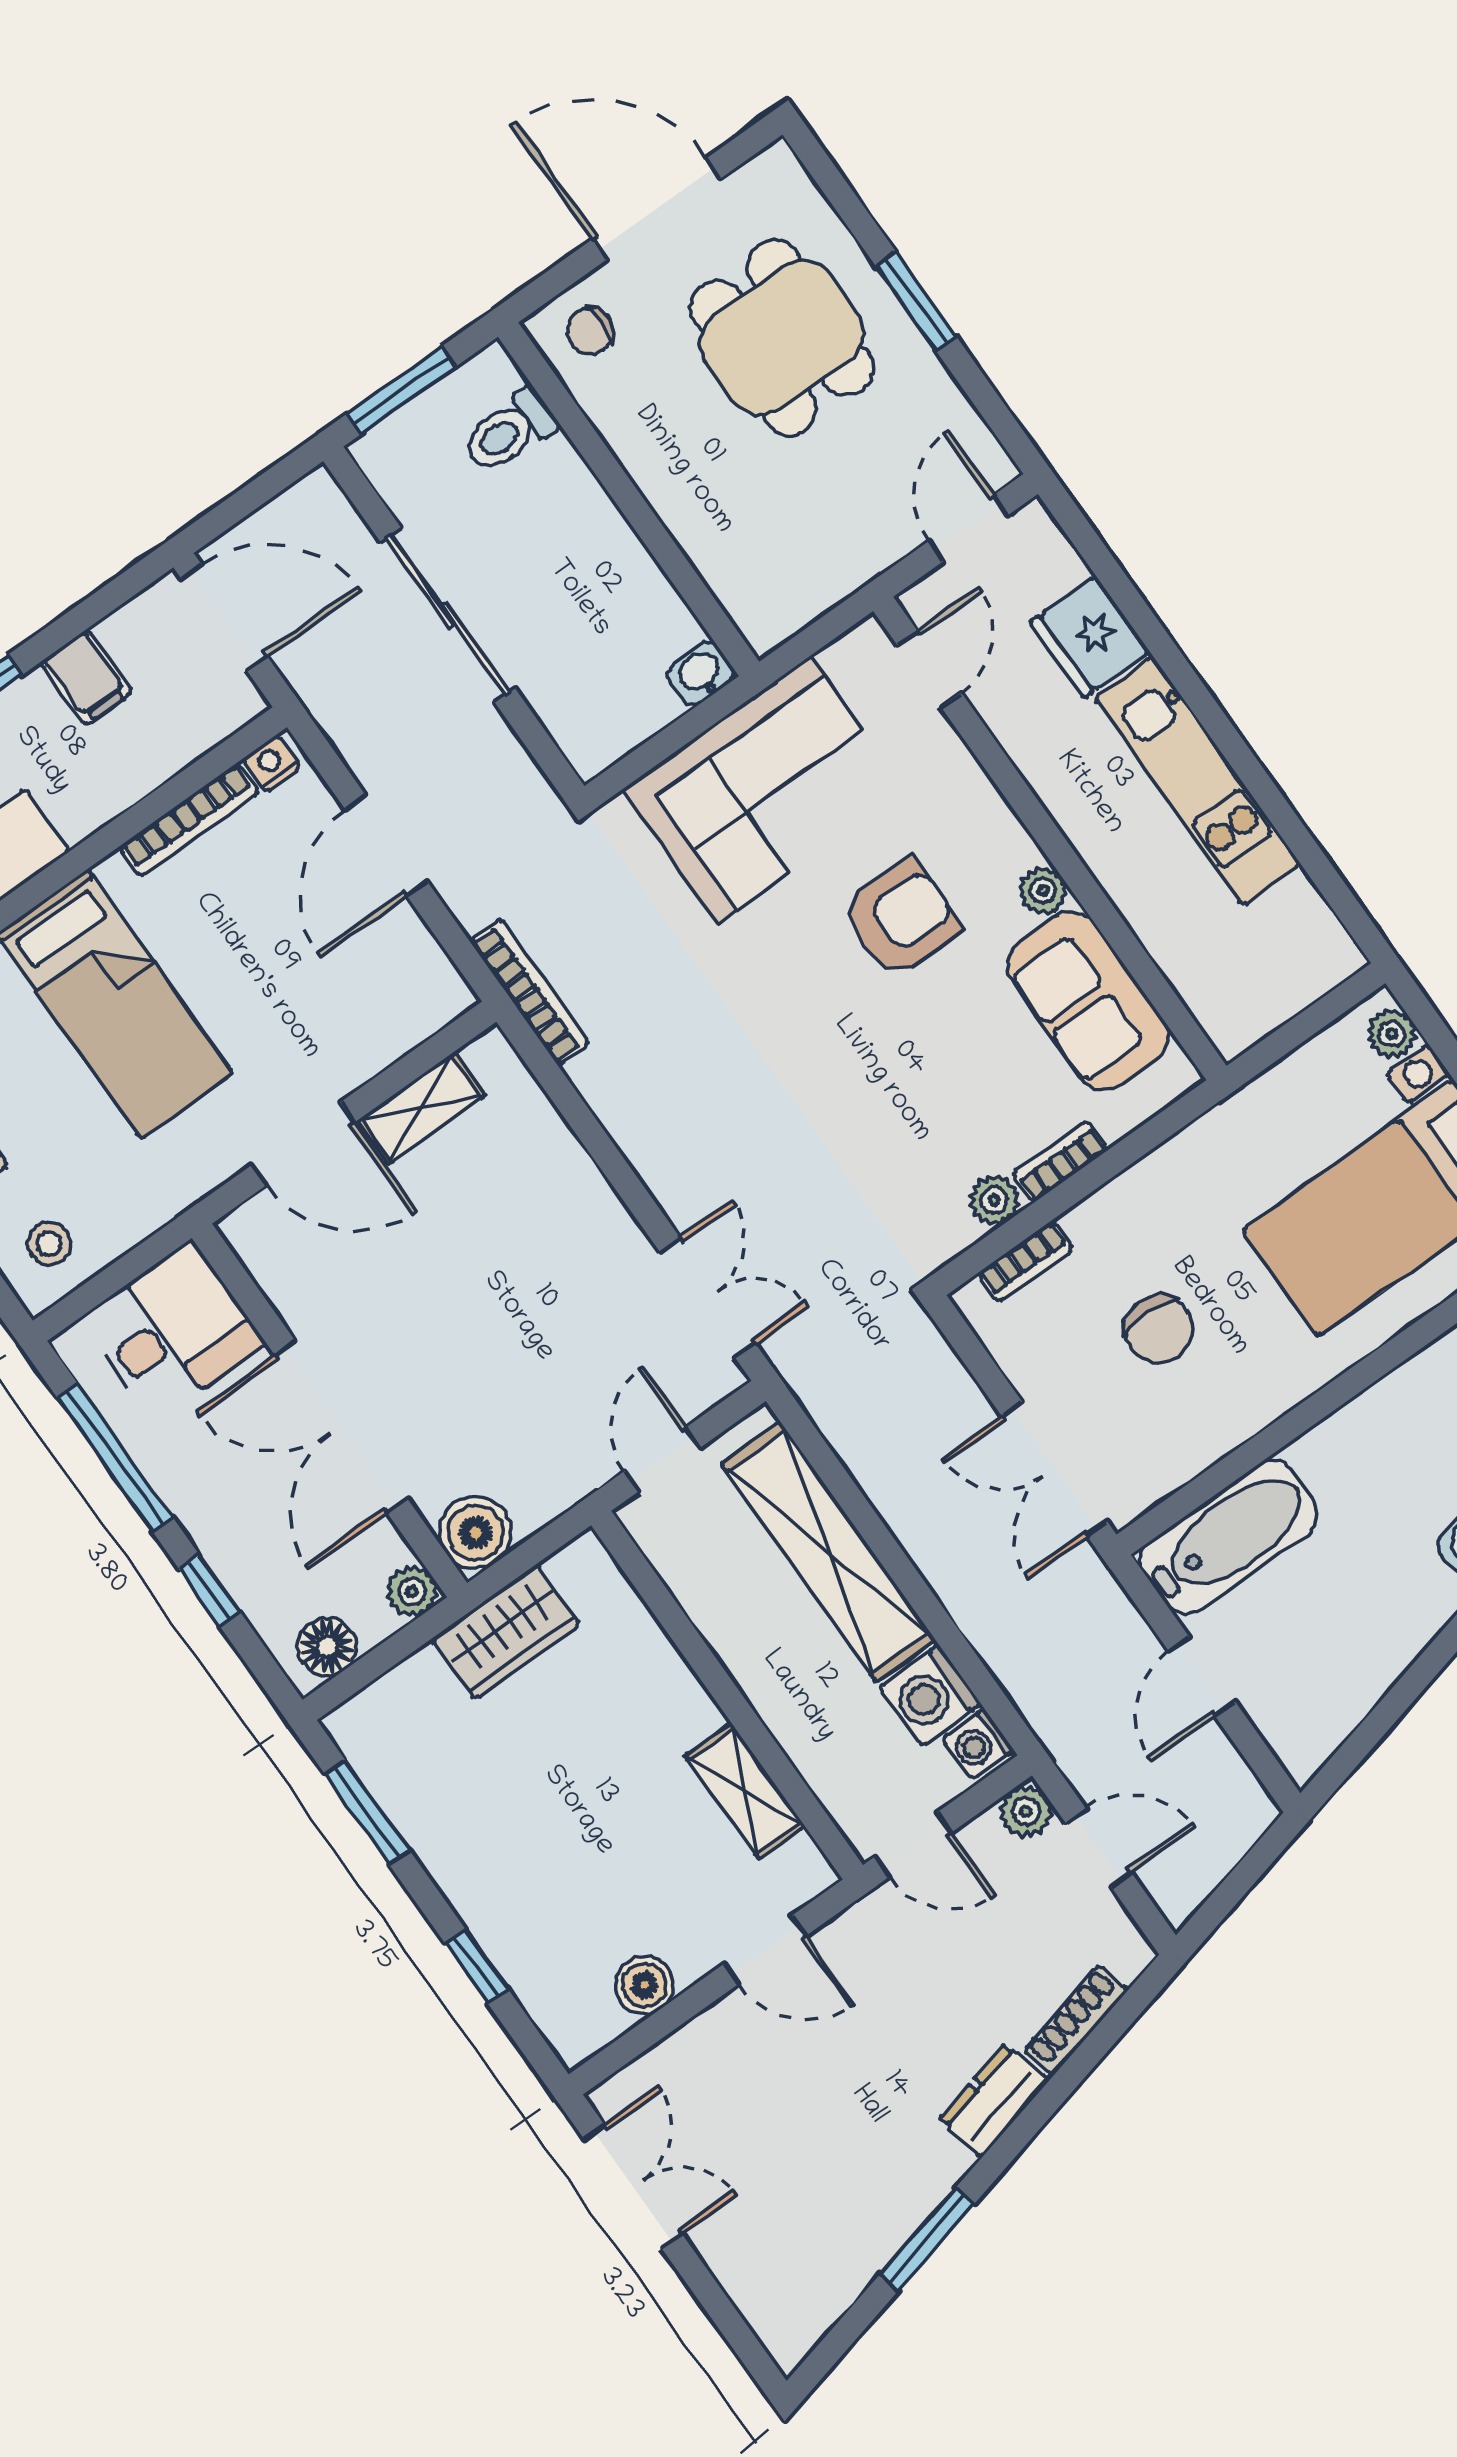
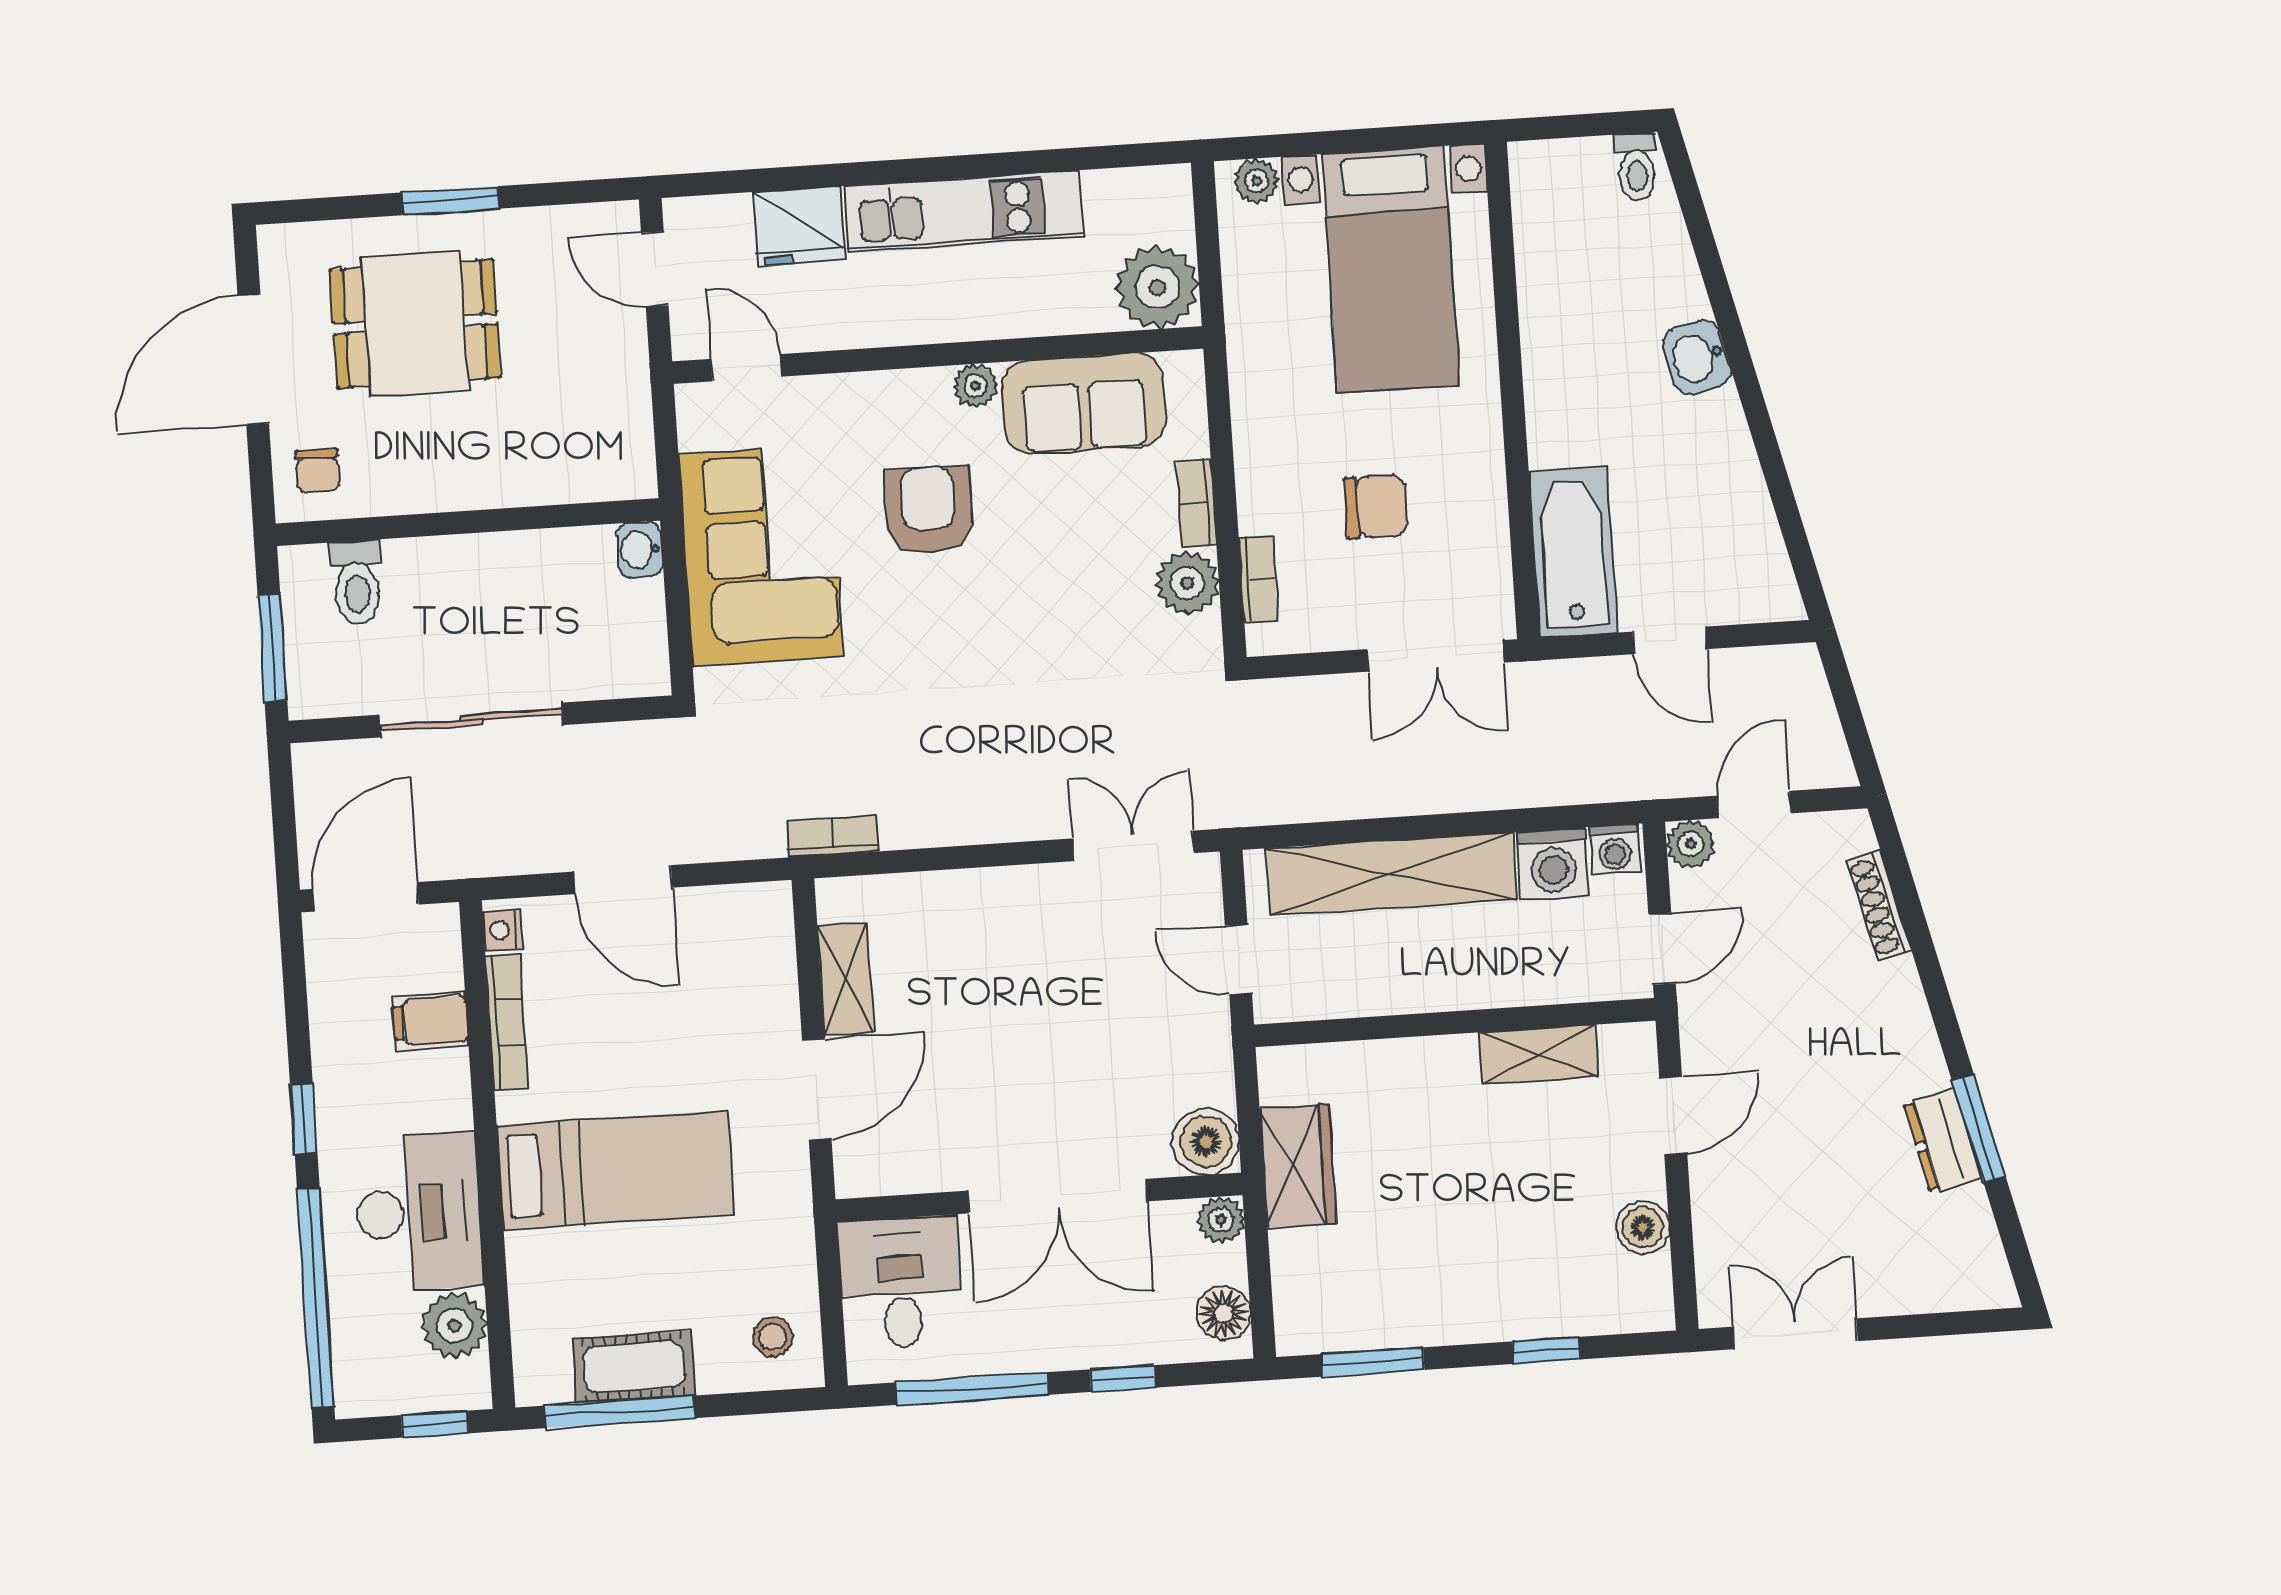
filing cabinet: (86, 677) -> (431, 1021), moved, turned 180
bookcase: (530, 992) -> (833, 836), width x0.64
plant: (1237, 1003) -> (1157, 287), added
plant: (994, 1200) -> (1187, 583), width x1.38, depth x1.38
dresser: (994, 2100) -> (1943, 1140), moved

